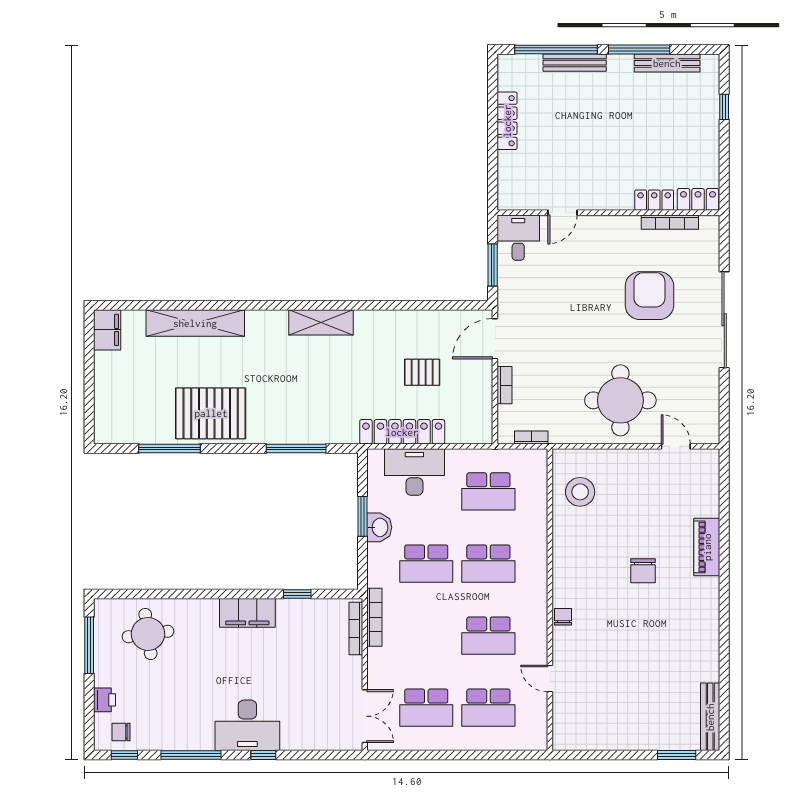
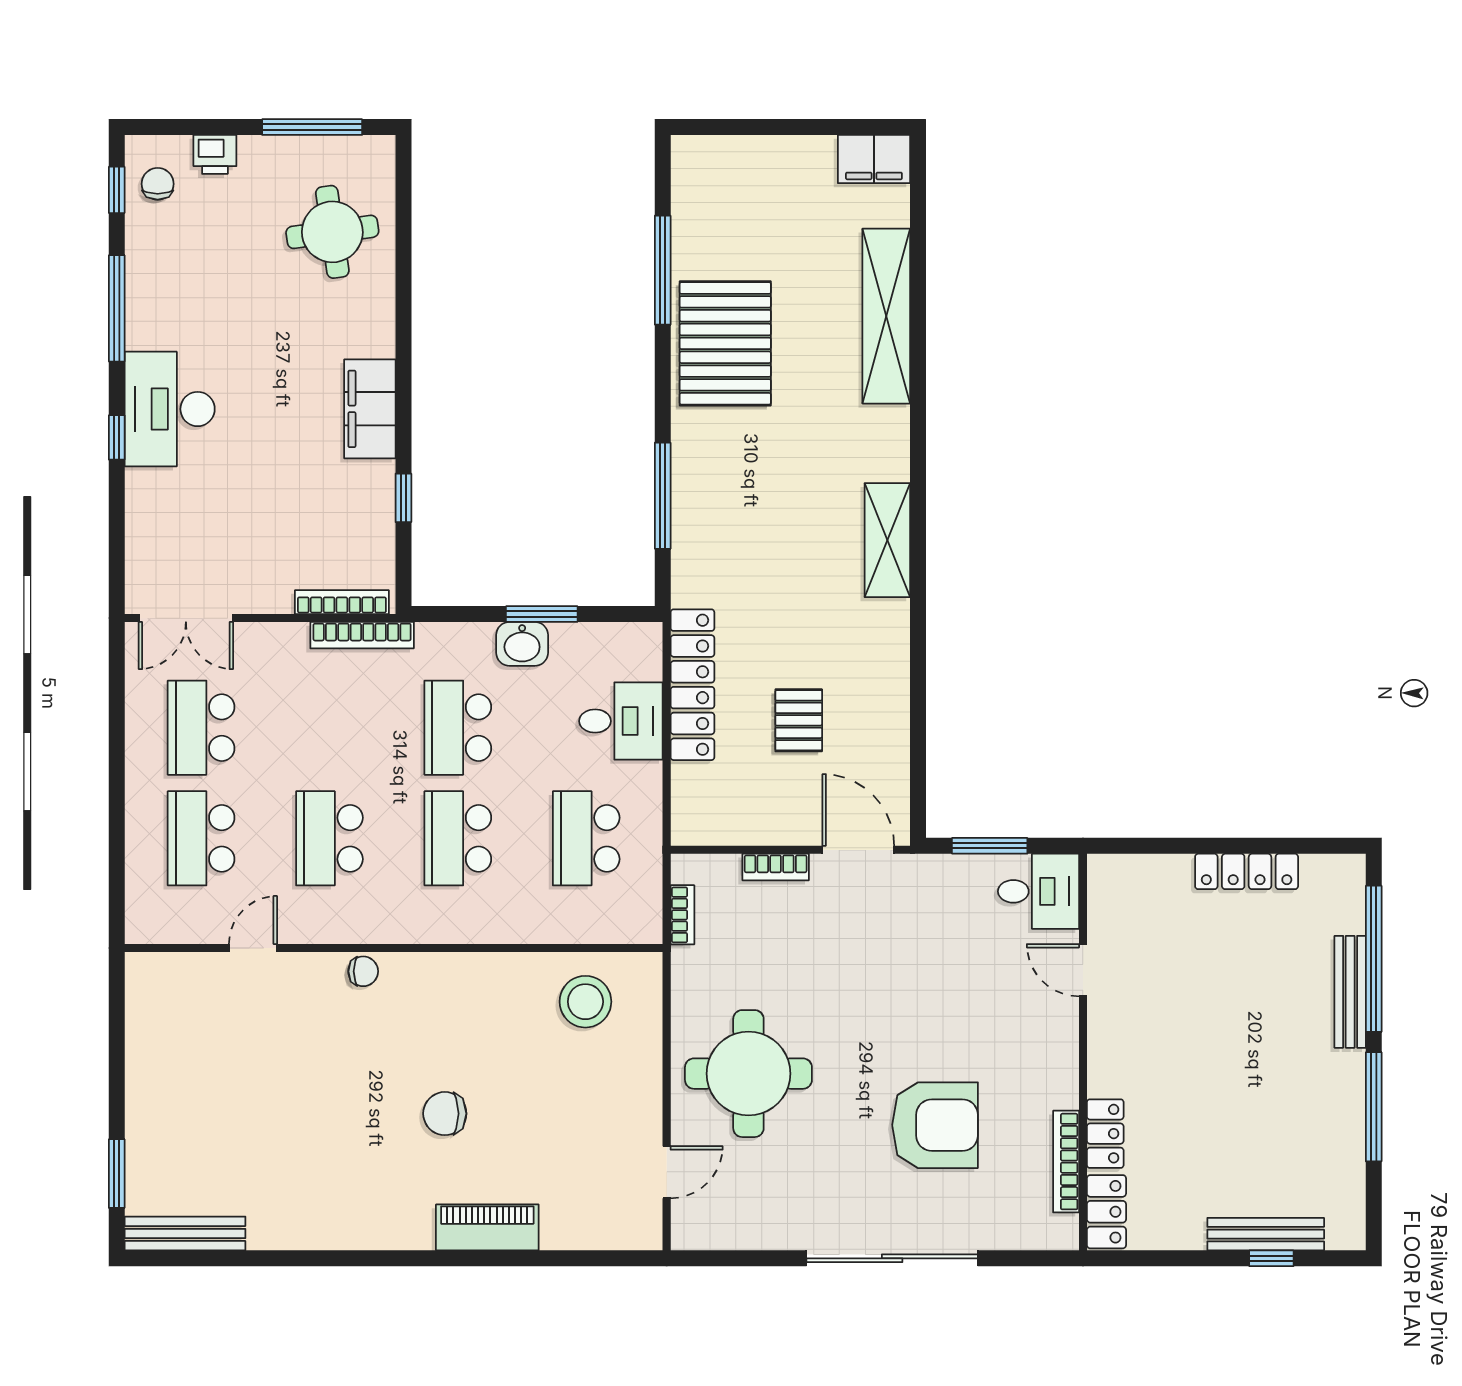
bench: (667, 63) -> (1266, 1234), moved, turned 90
desk: (414, 472) -> (621, 721), width x0.73

